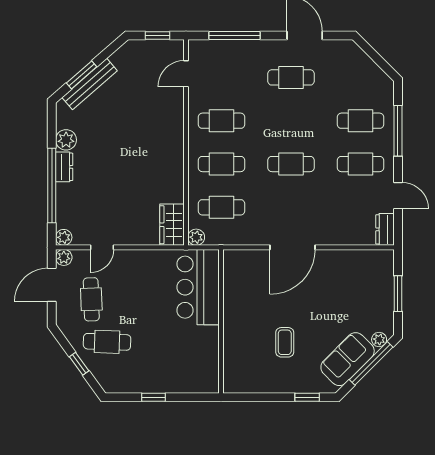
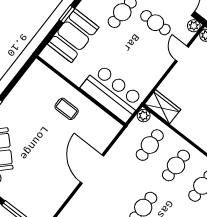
coffee table: (285, 342) -> (67, 109), moved
booth: (170, 373) -> (73, 36), added

